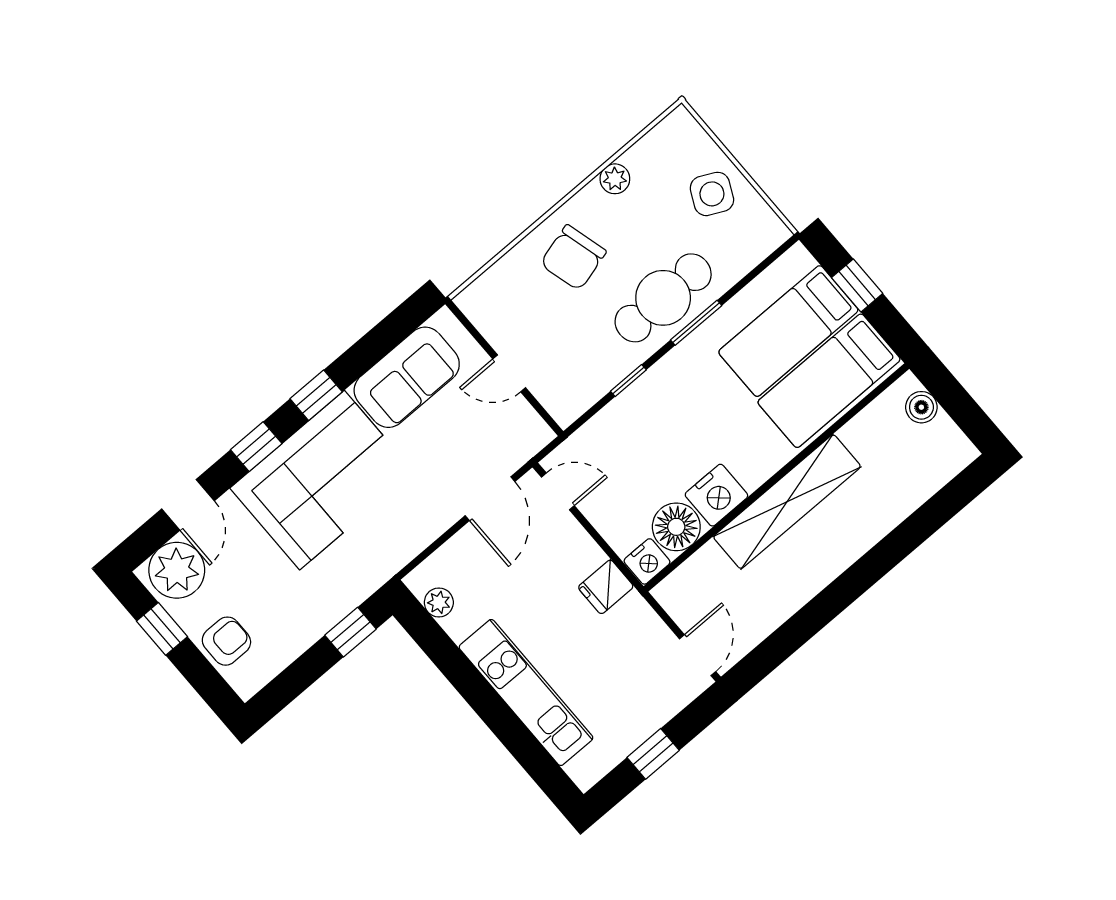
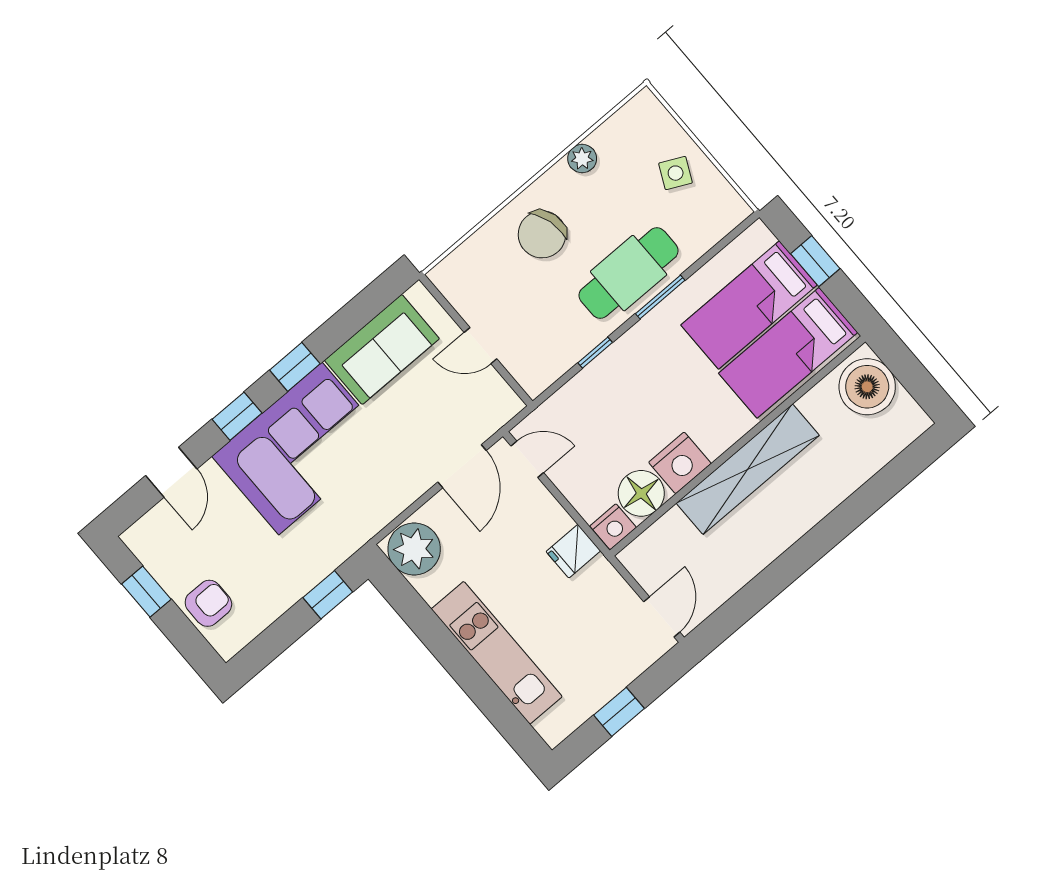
side table: (712, 194) -> (676, 173), width x0.73, depth x0.73
boiler: (921, 407) -> (867, 387), width x1.86, depth x1.86
plant: (177, 570) -> (161, 535), removed
plant: (439, 602) -> (414, 549), width x1.88, depth x1.88

